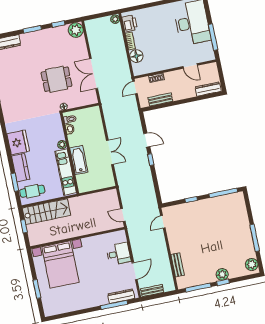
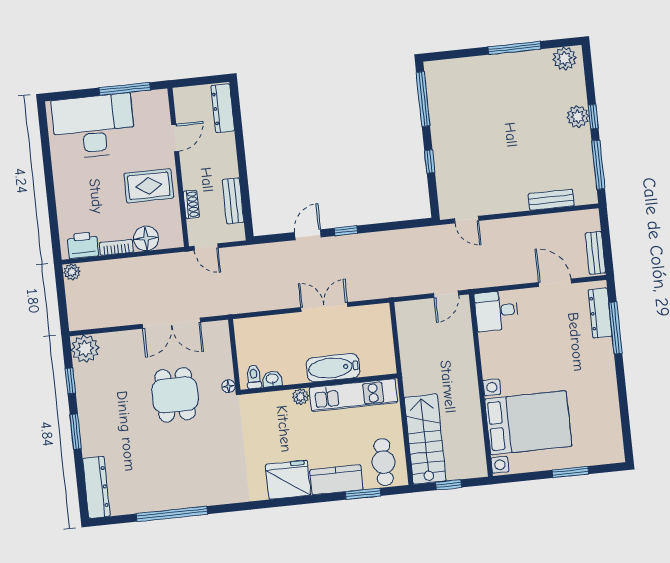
rug: (164, 55) -> (149, 186), added
desk: (118, 254) -> (497, 311), moved, turned -90

